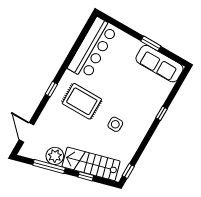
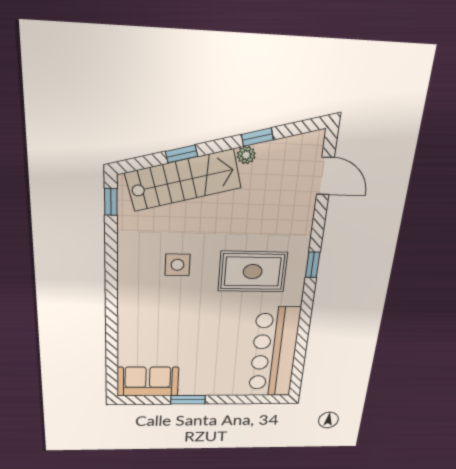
sofa: (159, 64) -> (148, 382), width x0.73
window: (162, 113) -> (112, 318), removed
plant: (55, 156) -> (246, 155), width x0.53, depth x0.53
window: (49, 166) -> (257, 137), width x0.46

